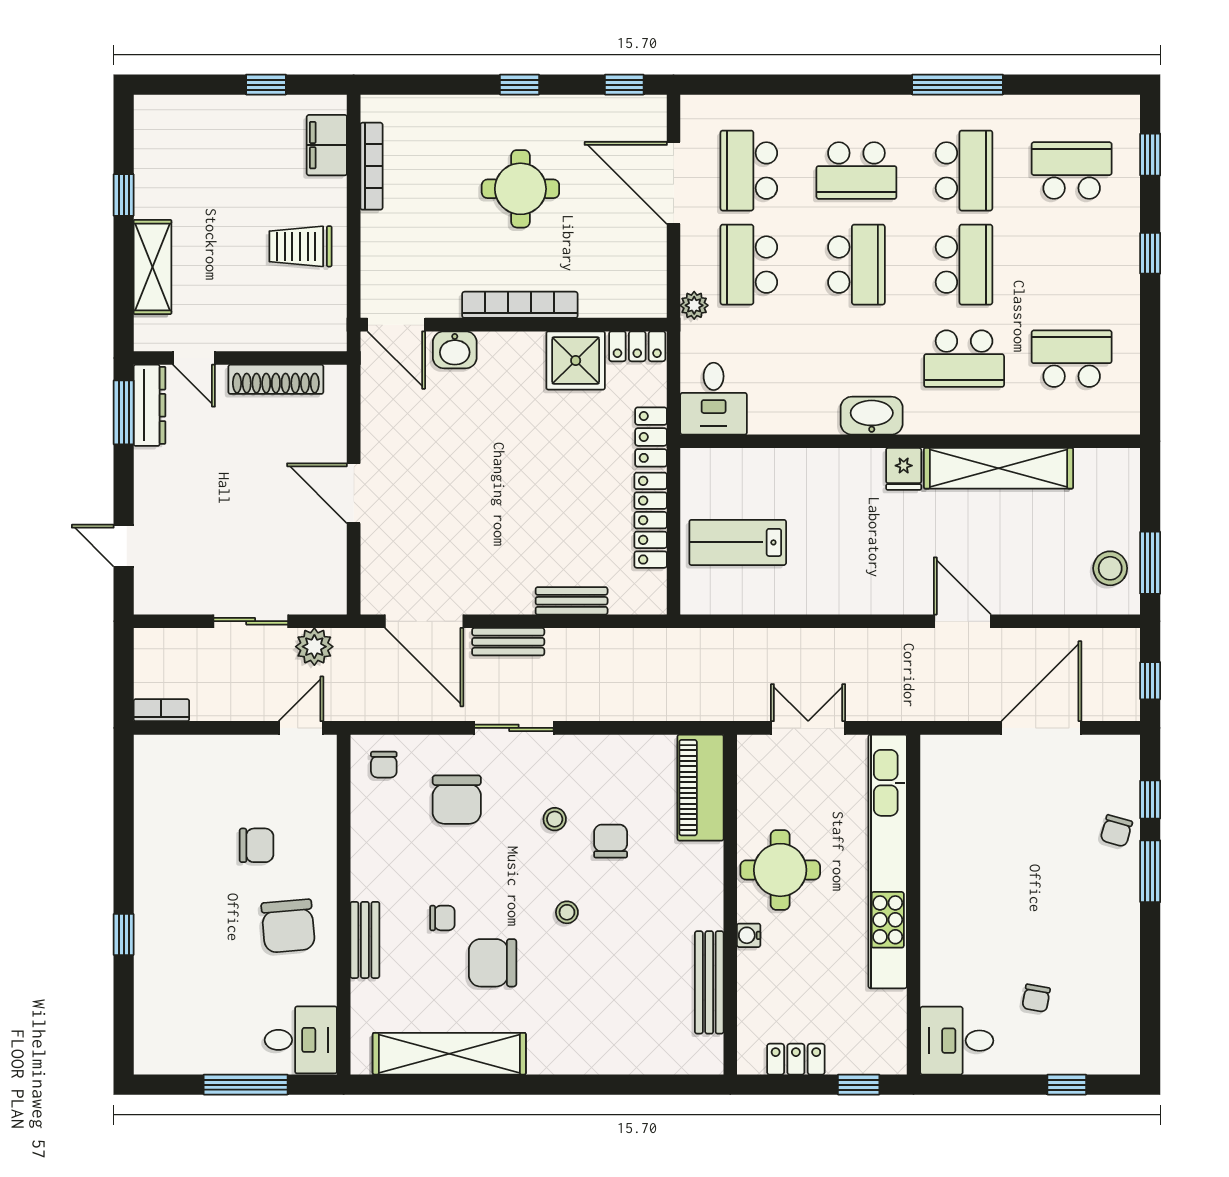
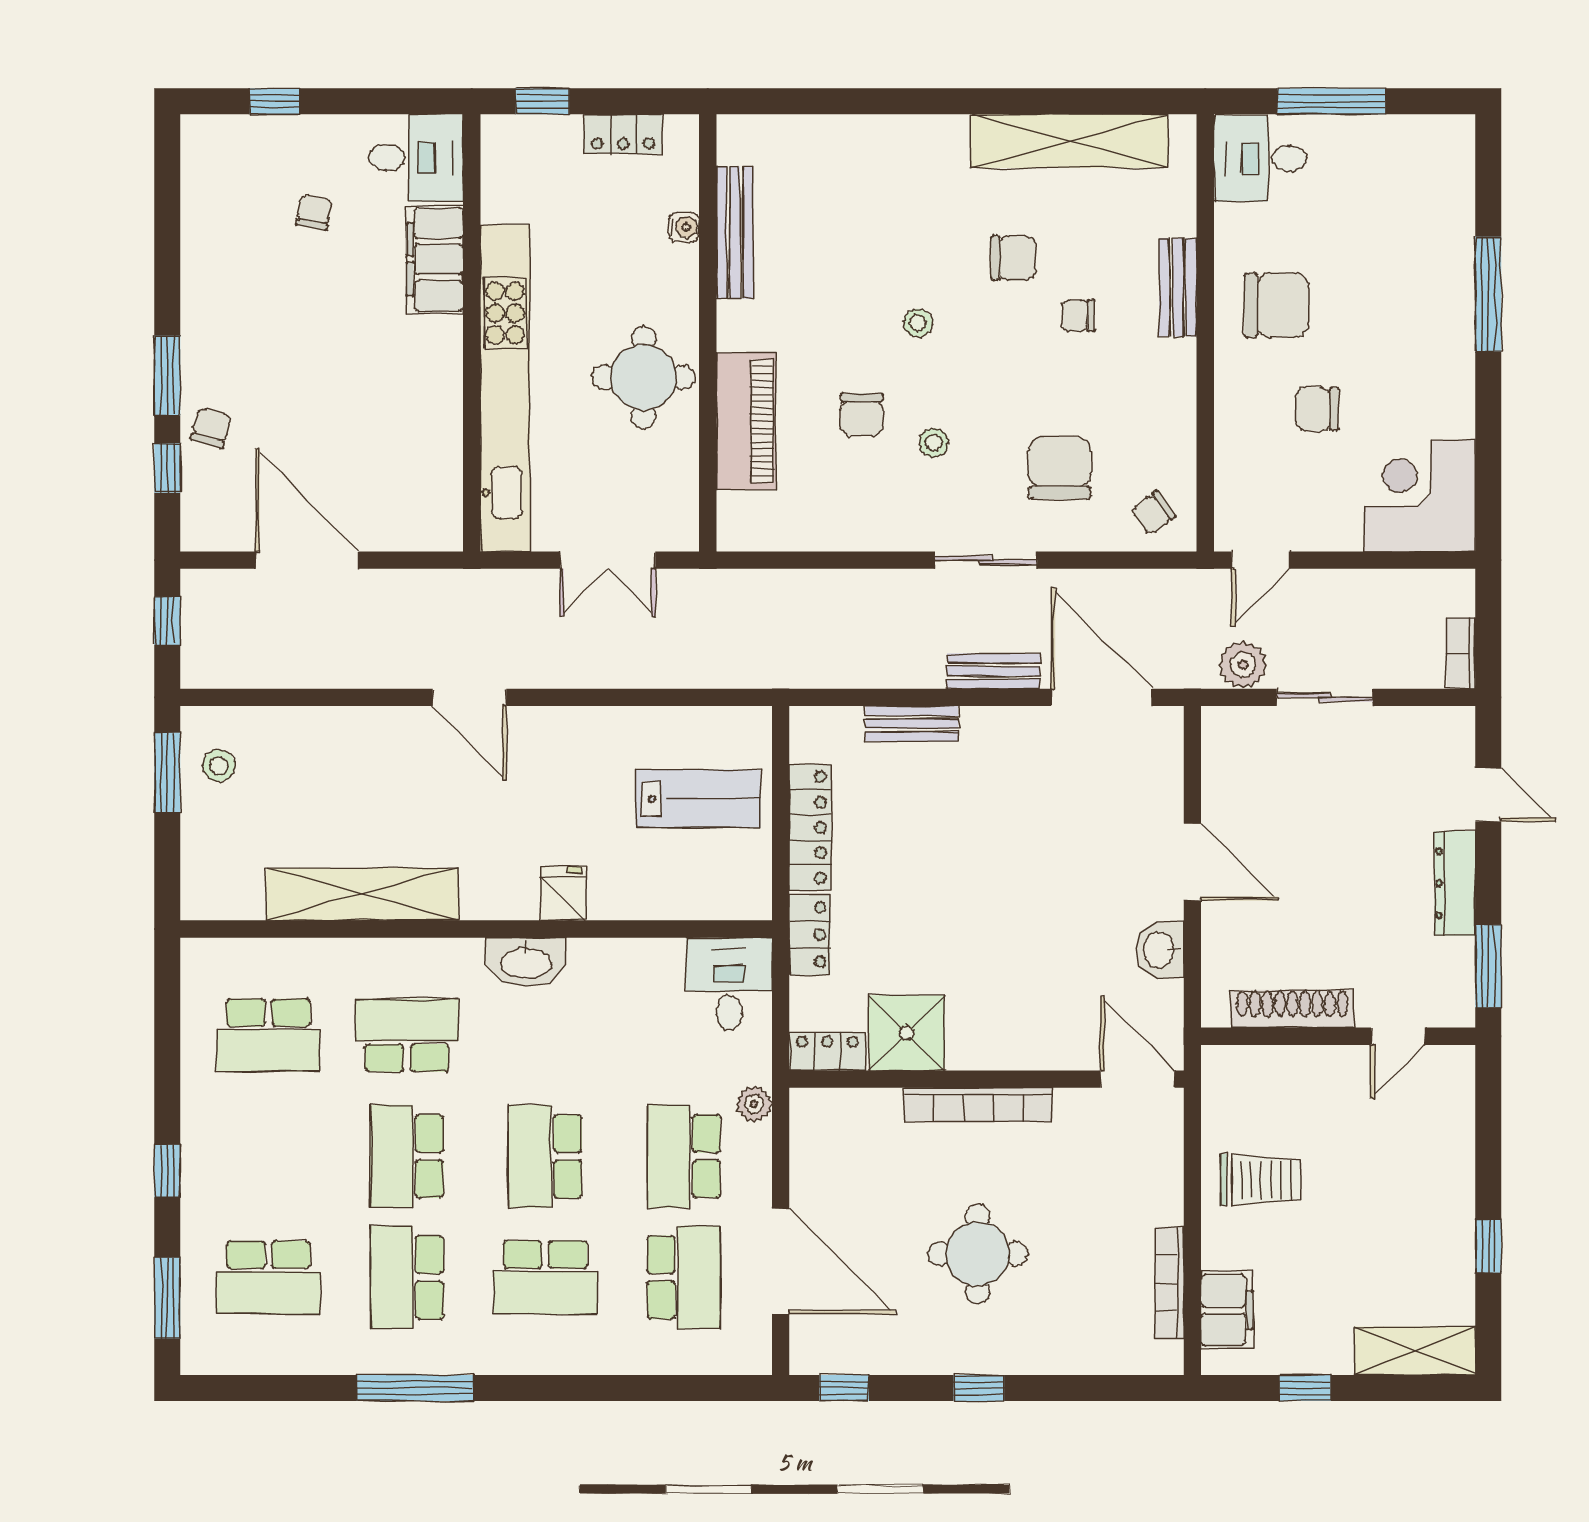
window: (1150, 155) -> (167, 1298), width x1.50
school desk: (856, 171) -> (545, 1277), turned 180
school desk: (749, 265) -> (684, 1156), turned 180
shelving: (152, 267) -> (1415, 1351), moved, turned 90
washbasin: (455, 350) -> (1160, 950), moved, turned -90
door: (194, 358) -> (1398, 1036), swing flipped
dresser: (150, 405) -> (1455, 883), moved
fridge: (904, 469) -> (563, 893), moved
stool: (1110, 568) -> (219, 766), width x0.73, depth x0.73
door: (962, 621) -> (469, 697), moved
bookcase: (161, 710) -> (1461, 653), moved, turned 90
door: (1041, 728) -> (307, 560), swing flipped
chair: (384, 765) -> (1153, 513), turned -126
corner desk: (177, 778) -> (1420, 496), added
piano: (701, 788) -> (746, 421), moved
chair: (288, 926) -> (1277, 305), turned 95
window: (124, 935) -> (1488, 294), width x2.17
water cooler: (749, 935) -> (684, 227), moved
filing cabinet: (942, 962) -> (435, 259), added
chair: (493, 963) -> (1014, 258), width x0.73, depth x0.73

